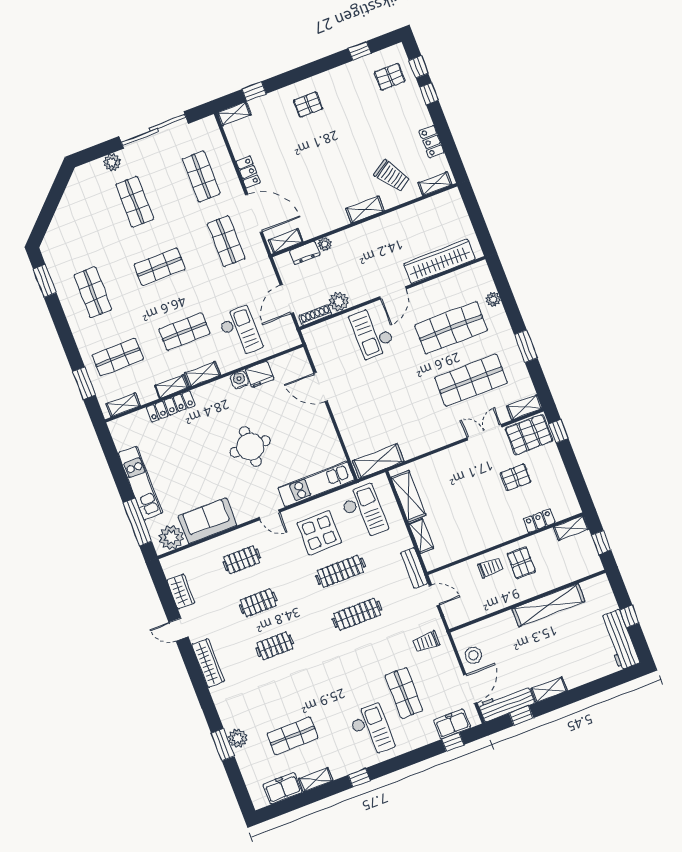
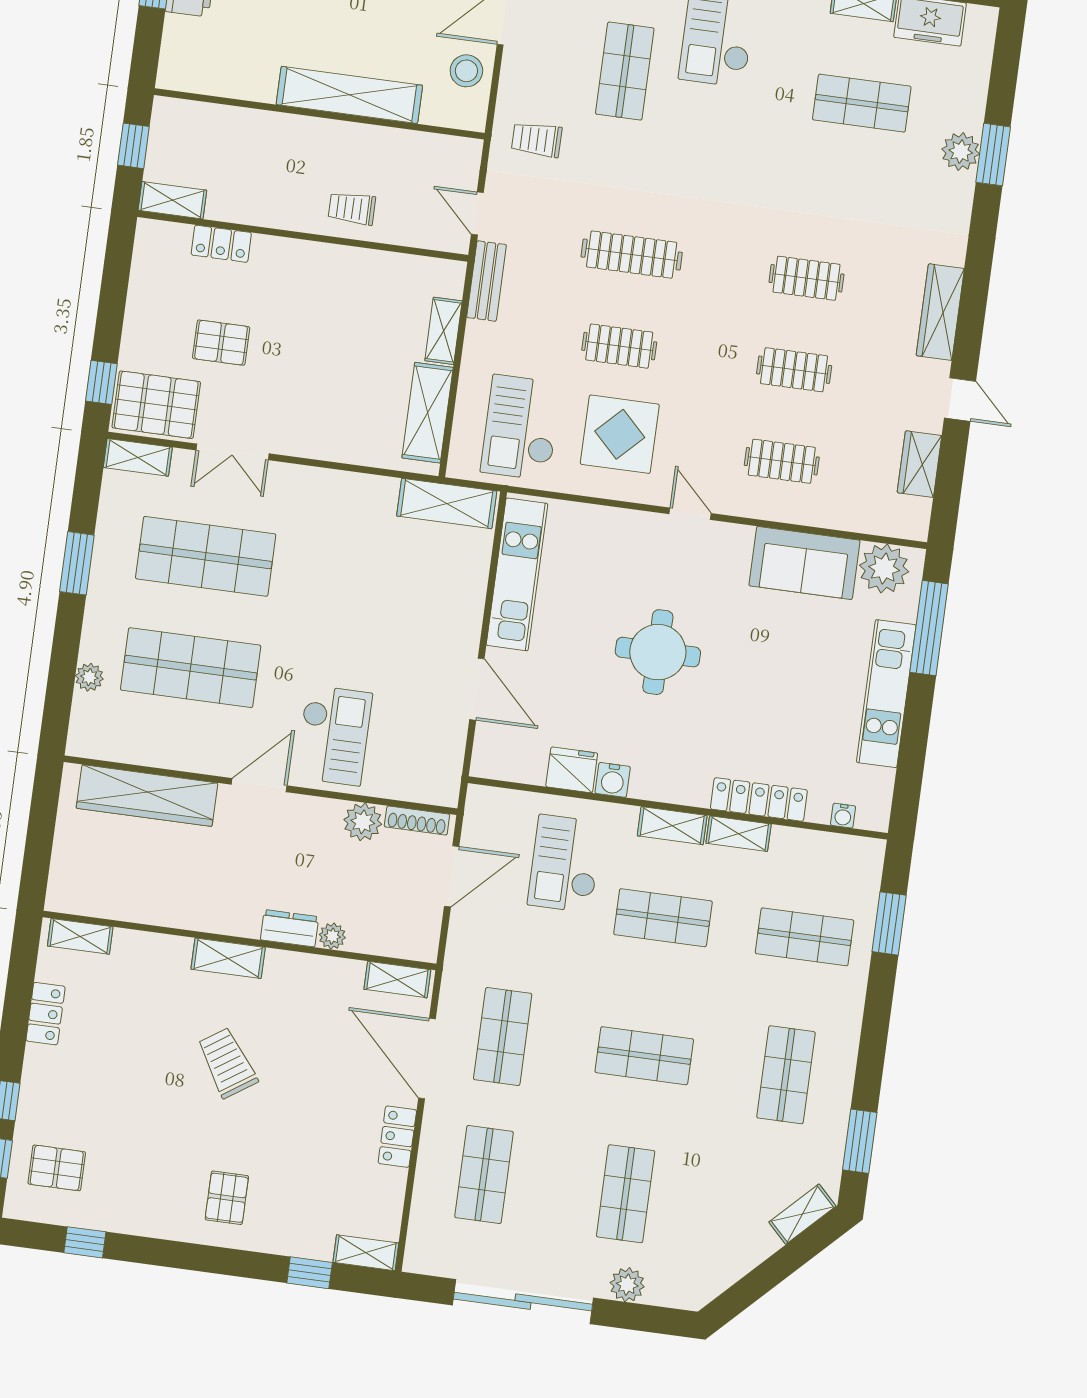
pallet: (308, 104) -> (227, 1198), turned 90
trolley: (392, 176) -> (227, 1063), moved
dresser: (305, 253) -> (290, 928), moved
shelving: (123, 405) -> (802, 1214), moved, turned -45
water cooler: (130, 419) -> (843, 816), added
kitchen unit: (316, 484) -> (517, 574), moved, turned -90
pallet: (521, 563) -> (293, 187), removed
clothes rail: (340, 571) -> (619, 346), width x0.73
shelving: (548, 605) -> (349, 95), moved
trolley: (426, 642) -> (537, 139), turned 180

